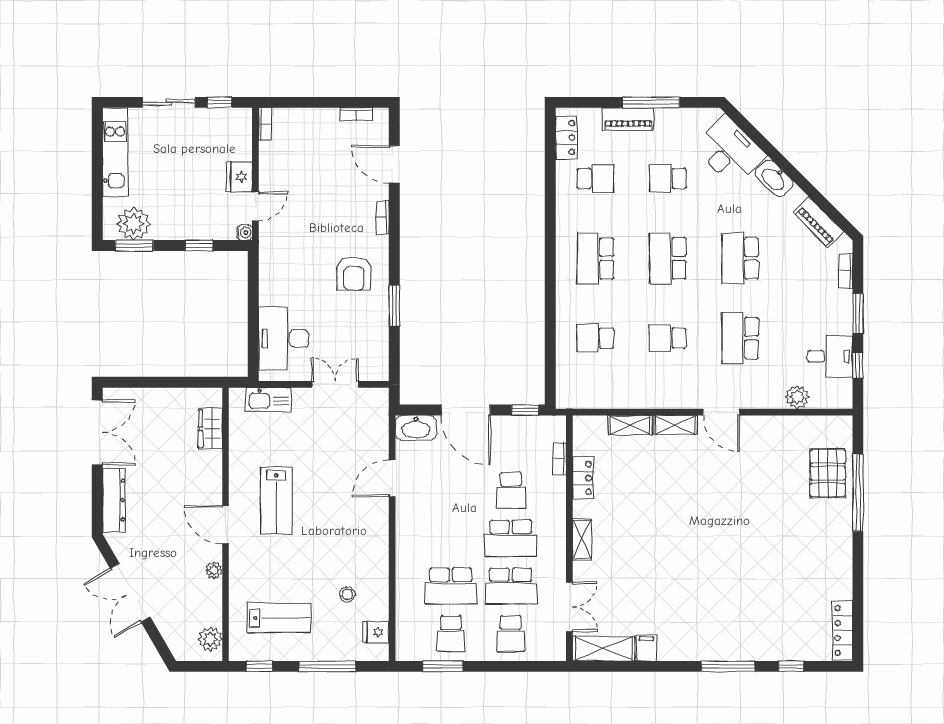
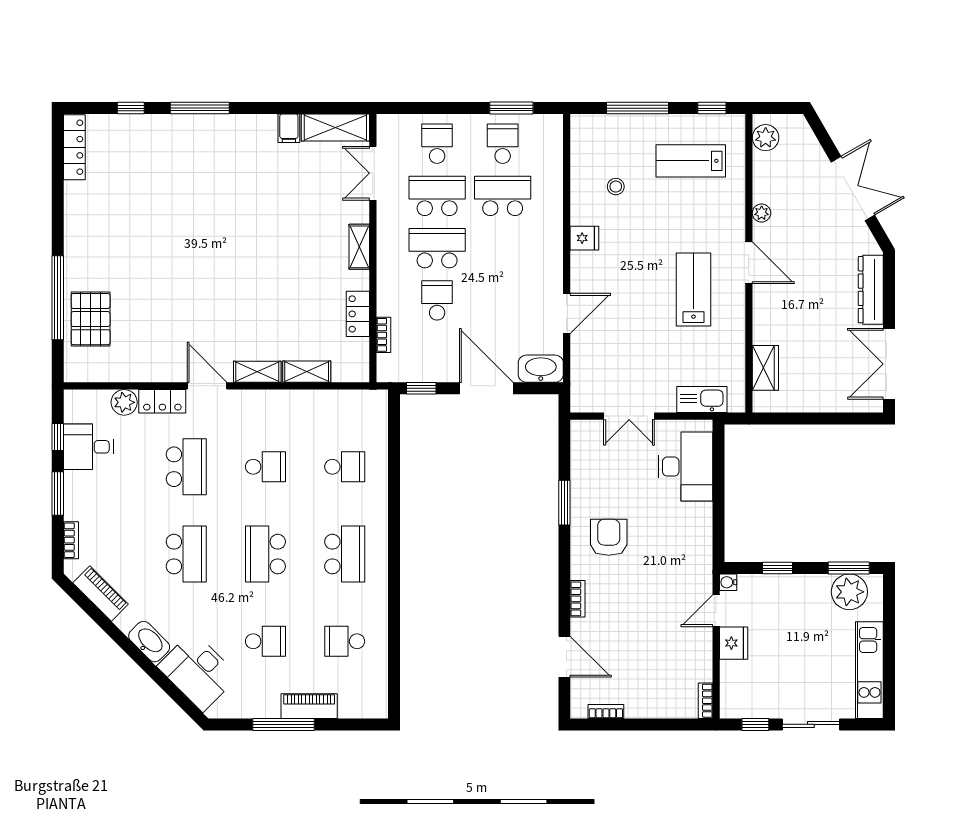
locker: (566, 138) -> (162, 401), moved, turned -90
school desk: (668, 258) -> (265, 554), turned 180
fridge: (376, 632) -> (584, 238), moved

